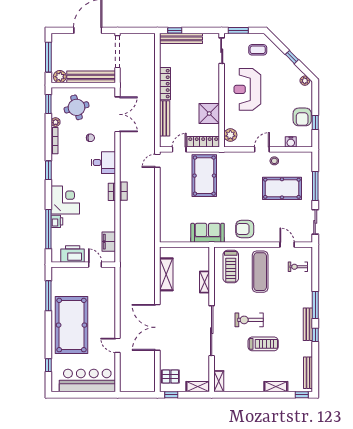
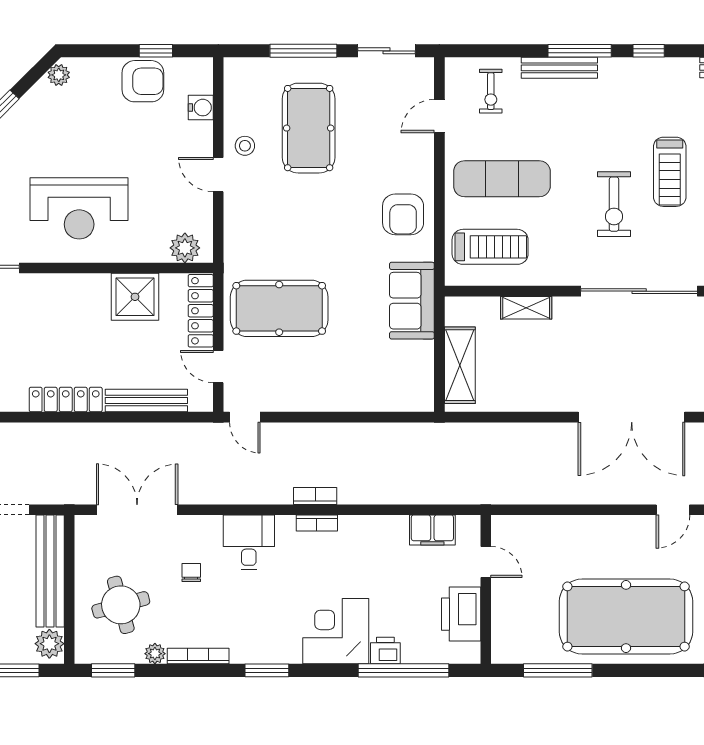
door: (95, 265) -> (486, 562), swing flipped
shelving: (166, 274) -> (460, 365), moved, turned 90
bench: (308, 324) -> (559, 68), moved
treadmill: (263, 344) -> (670, 172), turned 180

